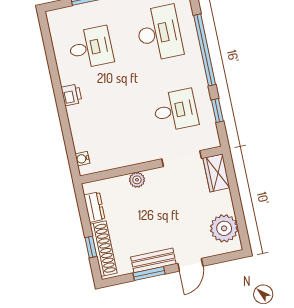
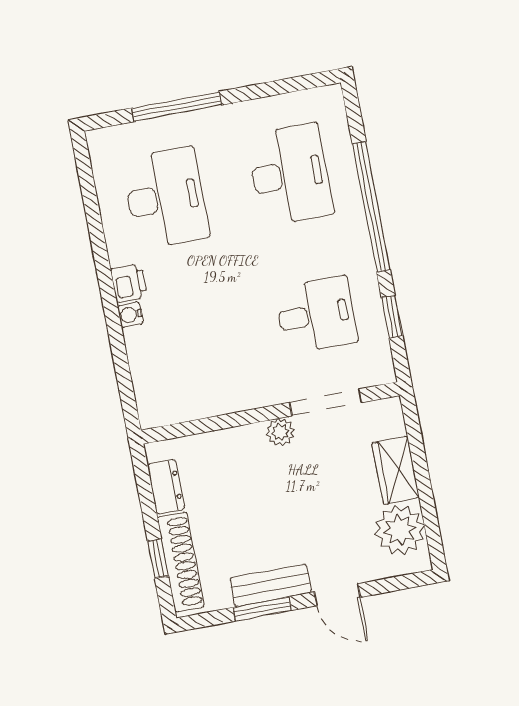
desk: (91, 48) -> (165, 198), width x1.37
water cooler: (82, 159) -> (130, 315), moved
wardrobe: (216, 173) -> (396, 470), moved
plant: (137, 180) -> (280, 432), moved
door: (190, 265) -> (337, 595), hinge flipped

